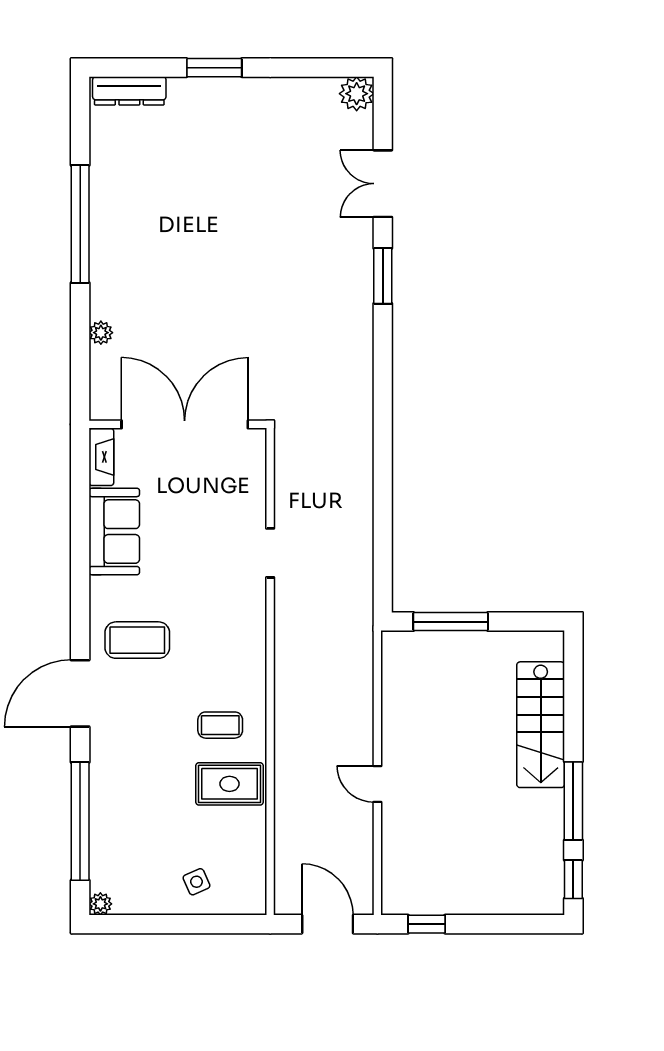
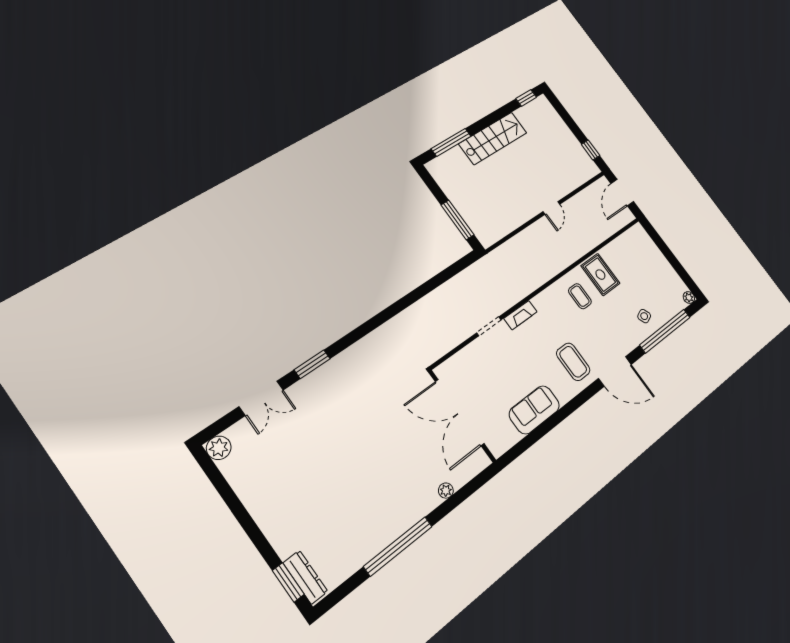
window: (214, 68) -> (288, 582), moved
fireplace: (101, 457) -> (520, 315), moved, turned 180
stairs: (541, 725) -> (493, 138), moved
window: (573, 801) -> (451, 142), moved
side table: (196, 882) -> (644, 316), moved

